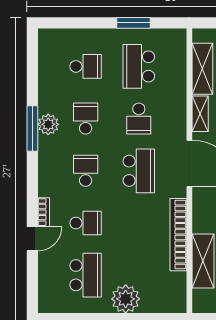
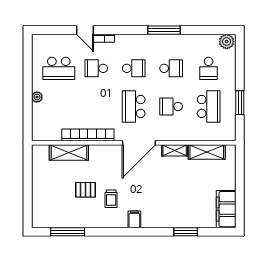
school desk: (139, 66) -> (209, 106), turned 90
plant: (48, 124) -> (227, 42), moved
school desk: (139, 171) -> (134, 106), turned 90
school desk: (86, 223) -> (96, 68), turned 90
plant: (126, 299) -> (37, 97), width x0.53, depth x0.53

